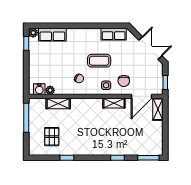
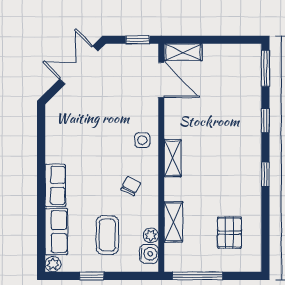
row of seats: (114, 34) -> (55, 185), moved
window: (26, 43) -> (92, 276), moved
coffee table: (99, 61) -> (107, 235), moved
chair: (124, 81) -> (135, 110), removed
shelving: (114, 103) -> (173, 158), moved
pallet: (52, 137) -> (229, 233), turned 90
window: (67, 158) -> (265, 174), moved

